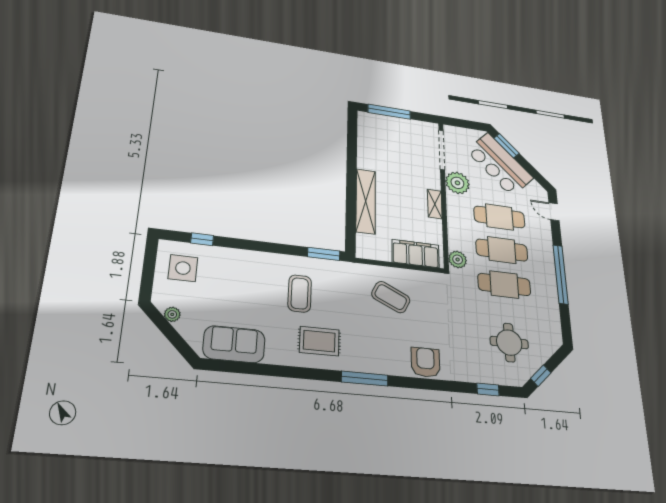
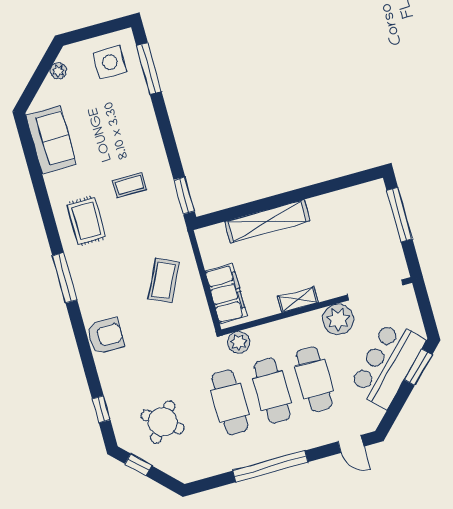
door: (554, 212) -> (351, 444), swing flipped
window: (202, 239) -> (149, 68), width x2.17
coffee table: (300, 293) -> (129, 185), width x0.73, depth x0.77
round table: (509, 343) -> (163, 422), turned 38

